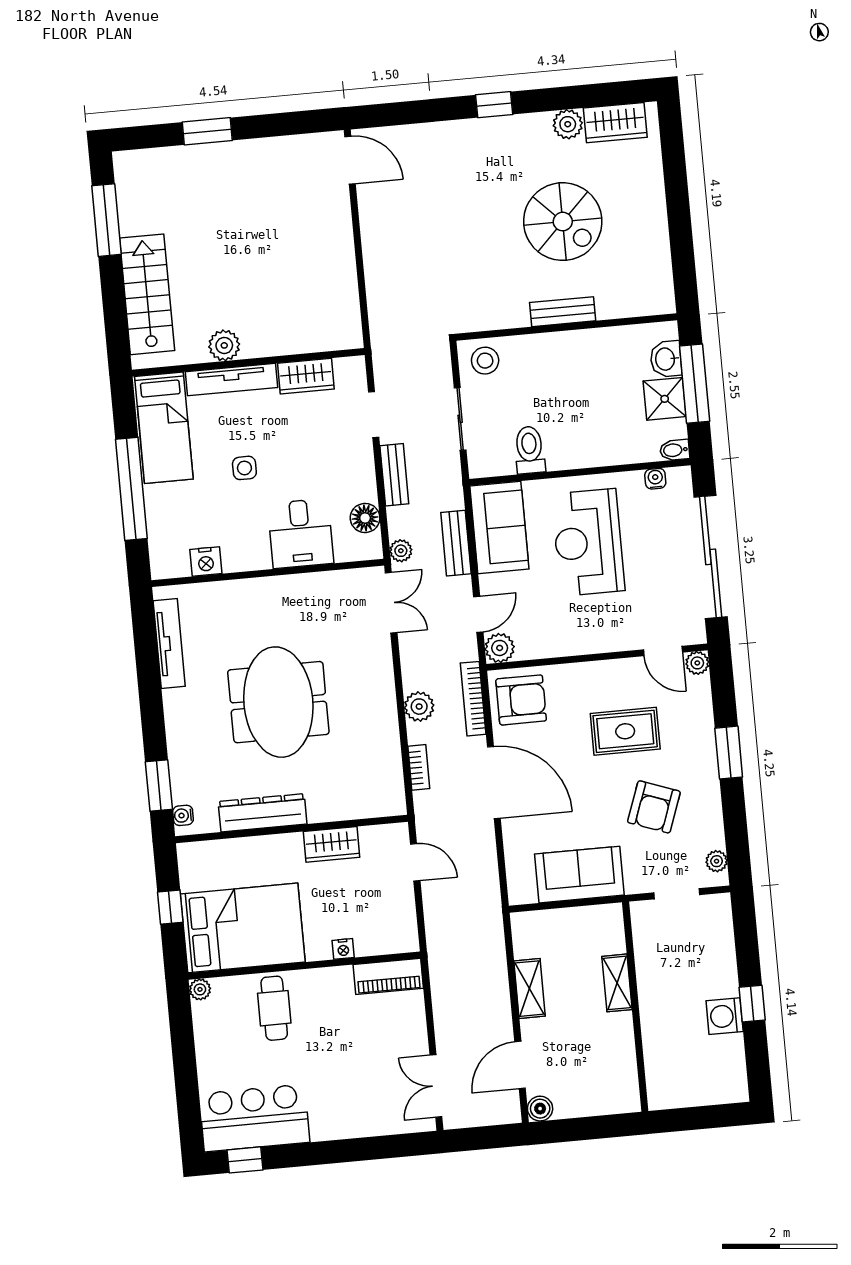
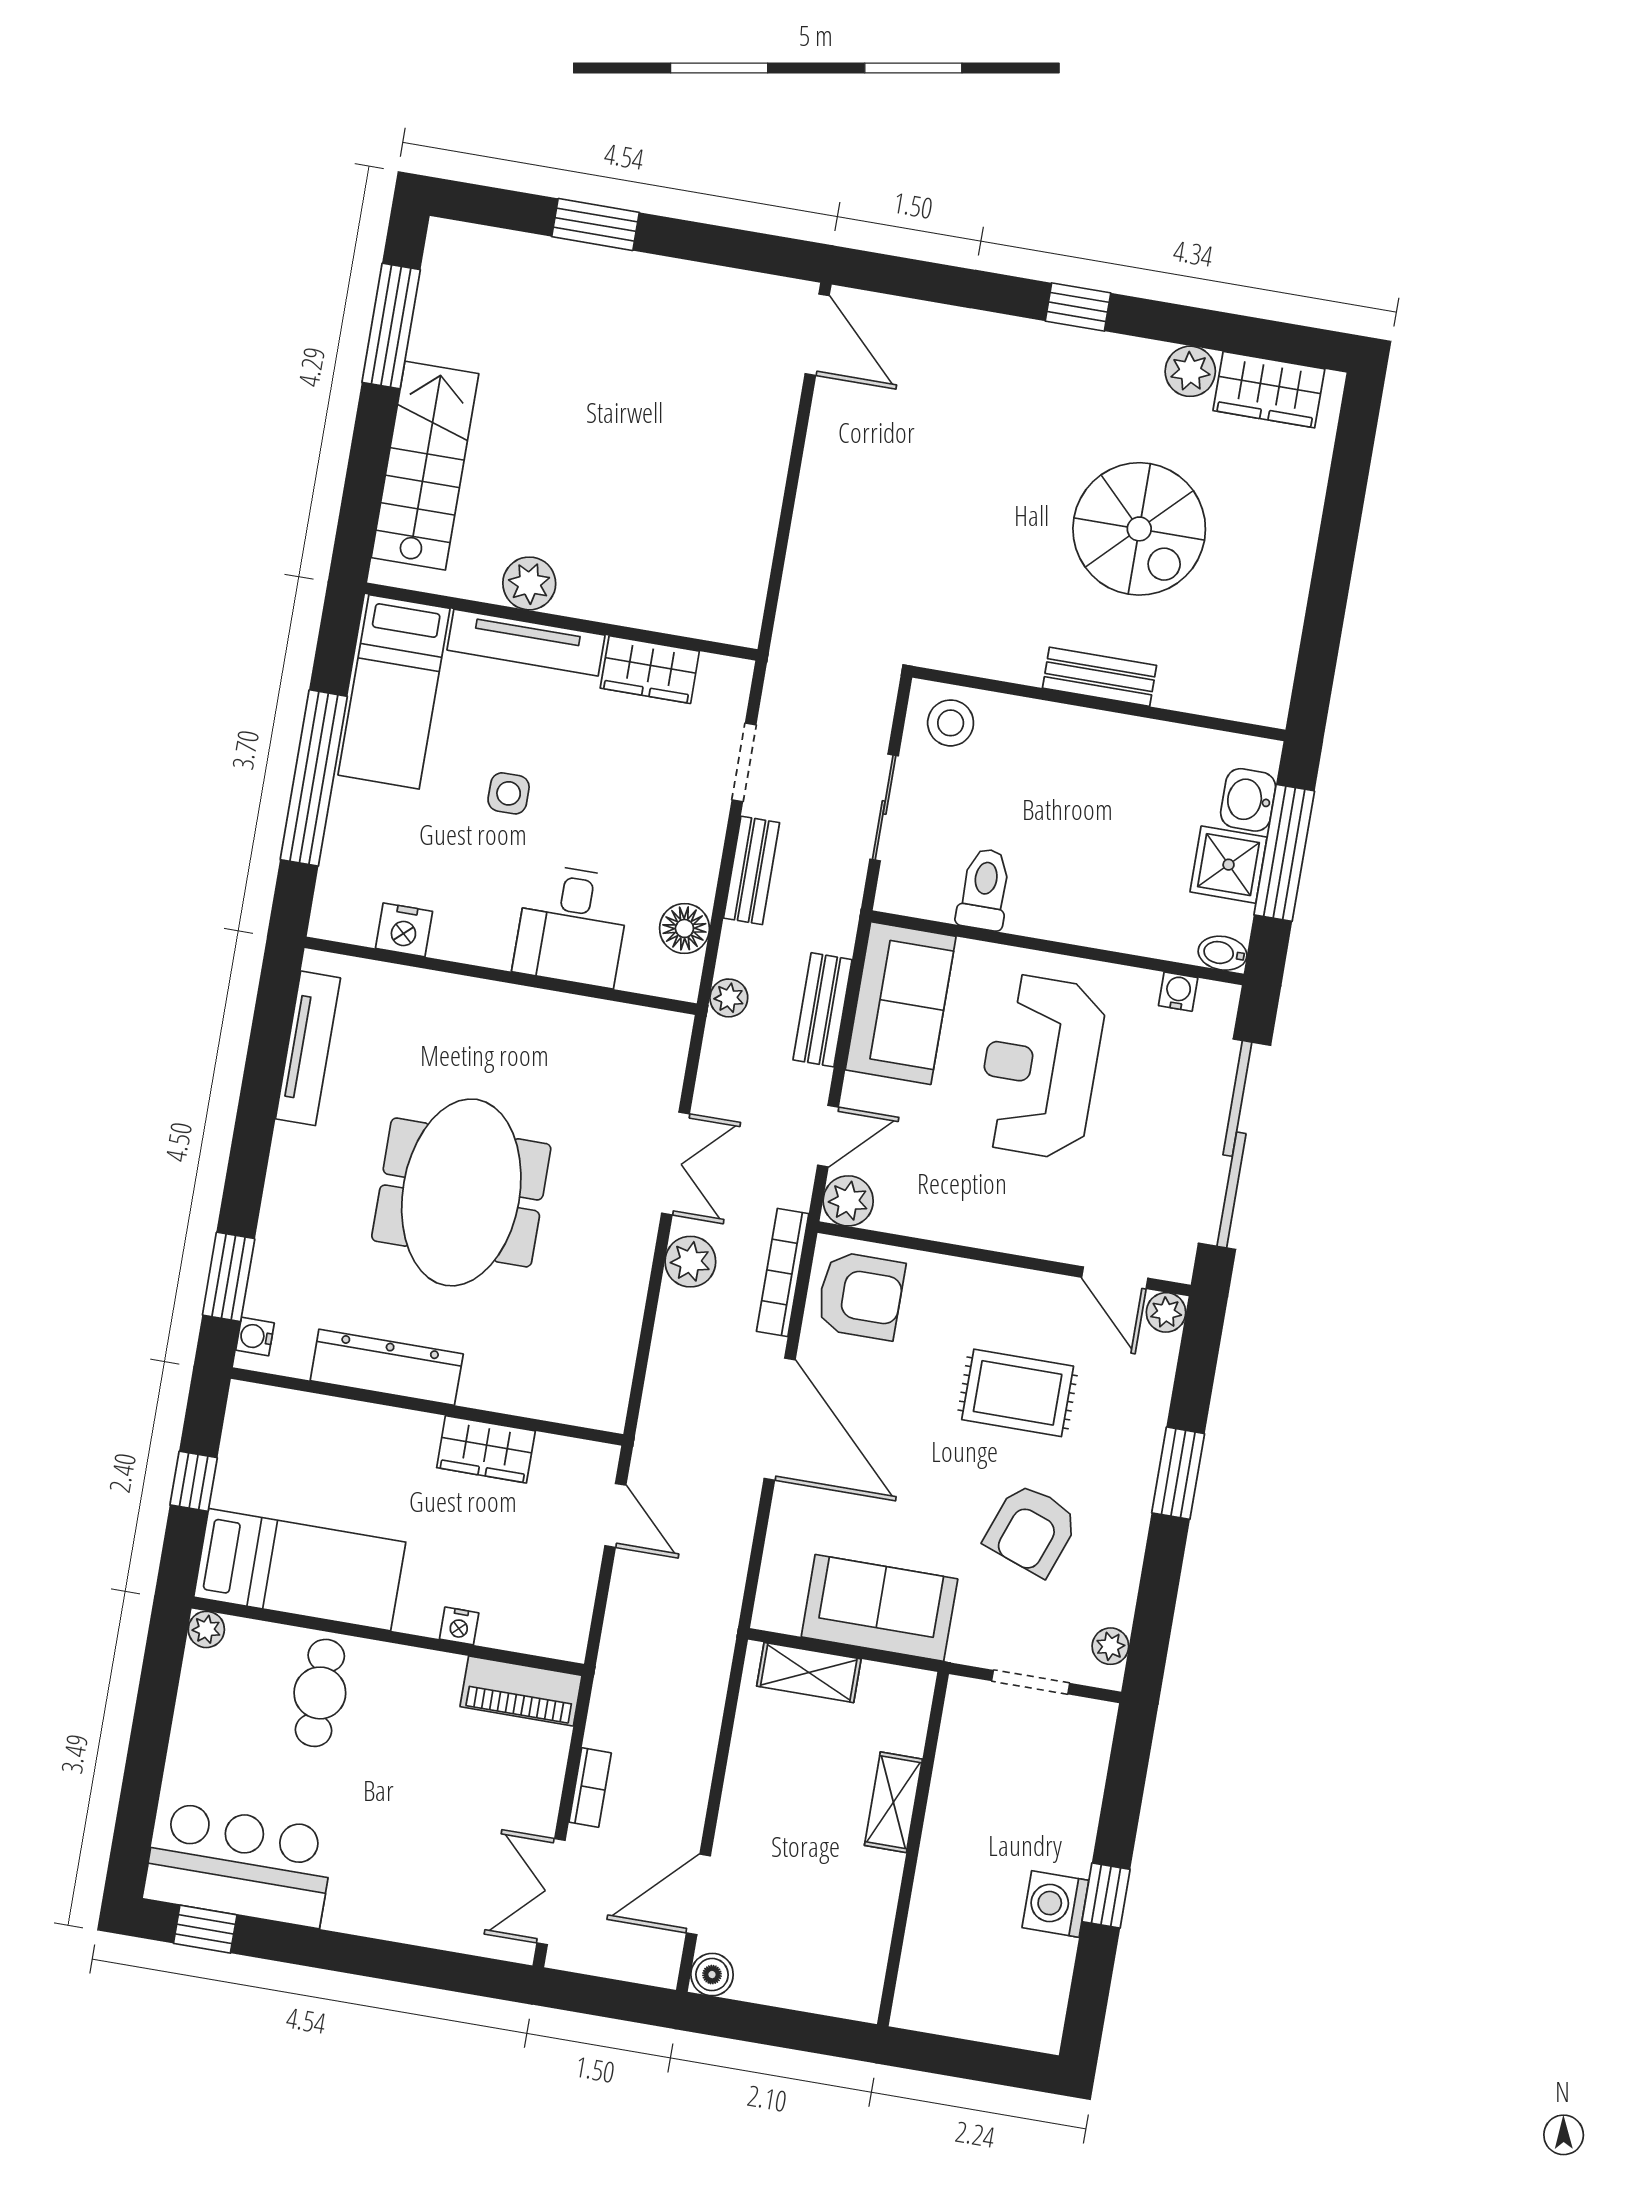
double door: (391, 603) -> (676, 1163), moved
bookcase: (419, 767) -> (590, 1787), moved
bed: (243, 928) -> (300, 1570), width x0.67
shelving: (530, 989) -> (809, 1673), moved, turned 90

